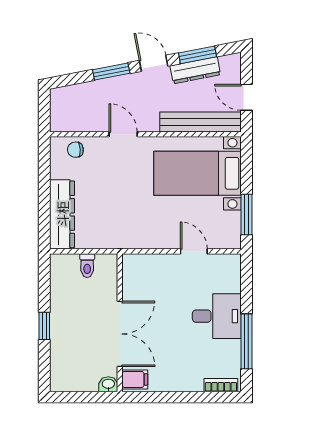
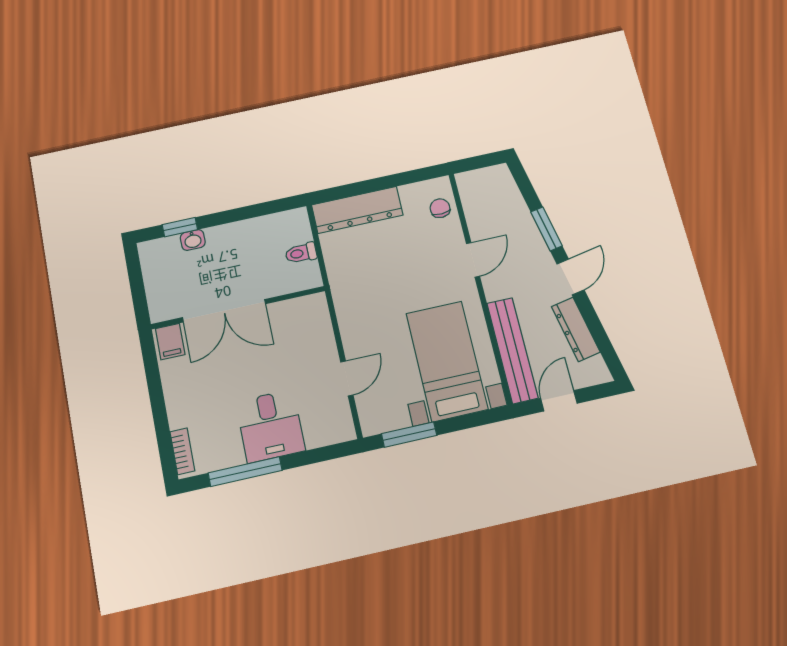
window: (198, 55) -> (596, 328), removed
window: (44, 326) -> (180, 227), moved
washbasin: (108, 384) -> (193, 240), moved, turned 90

